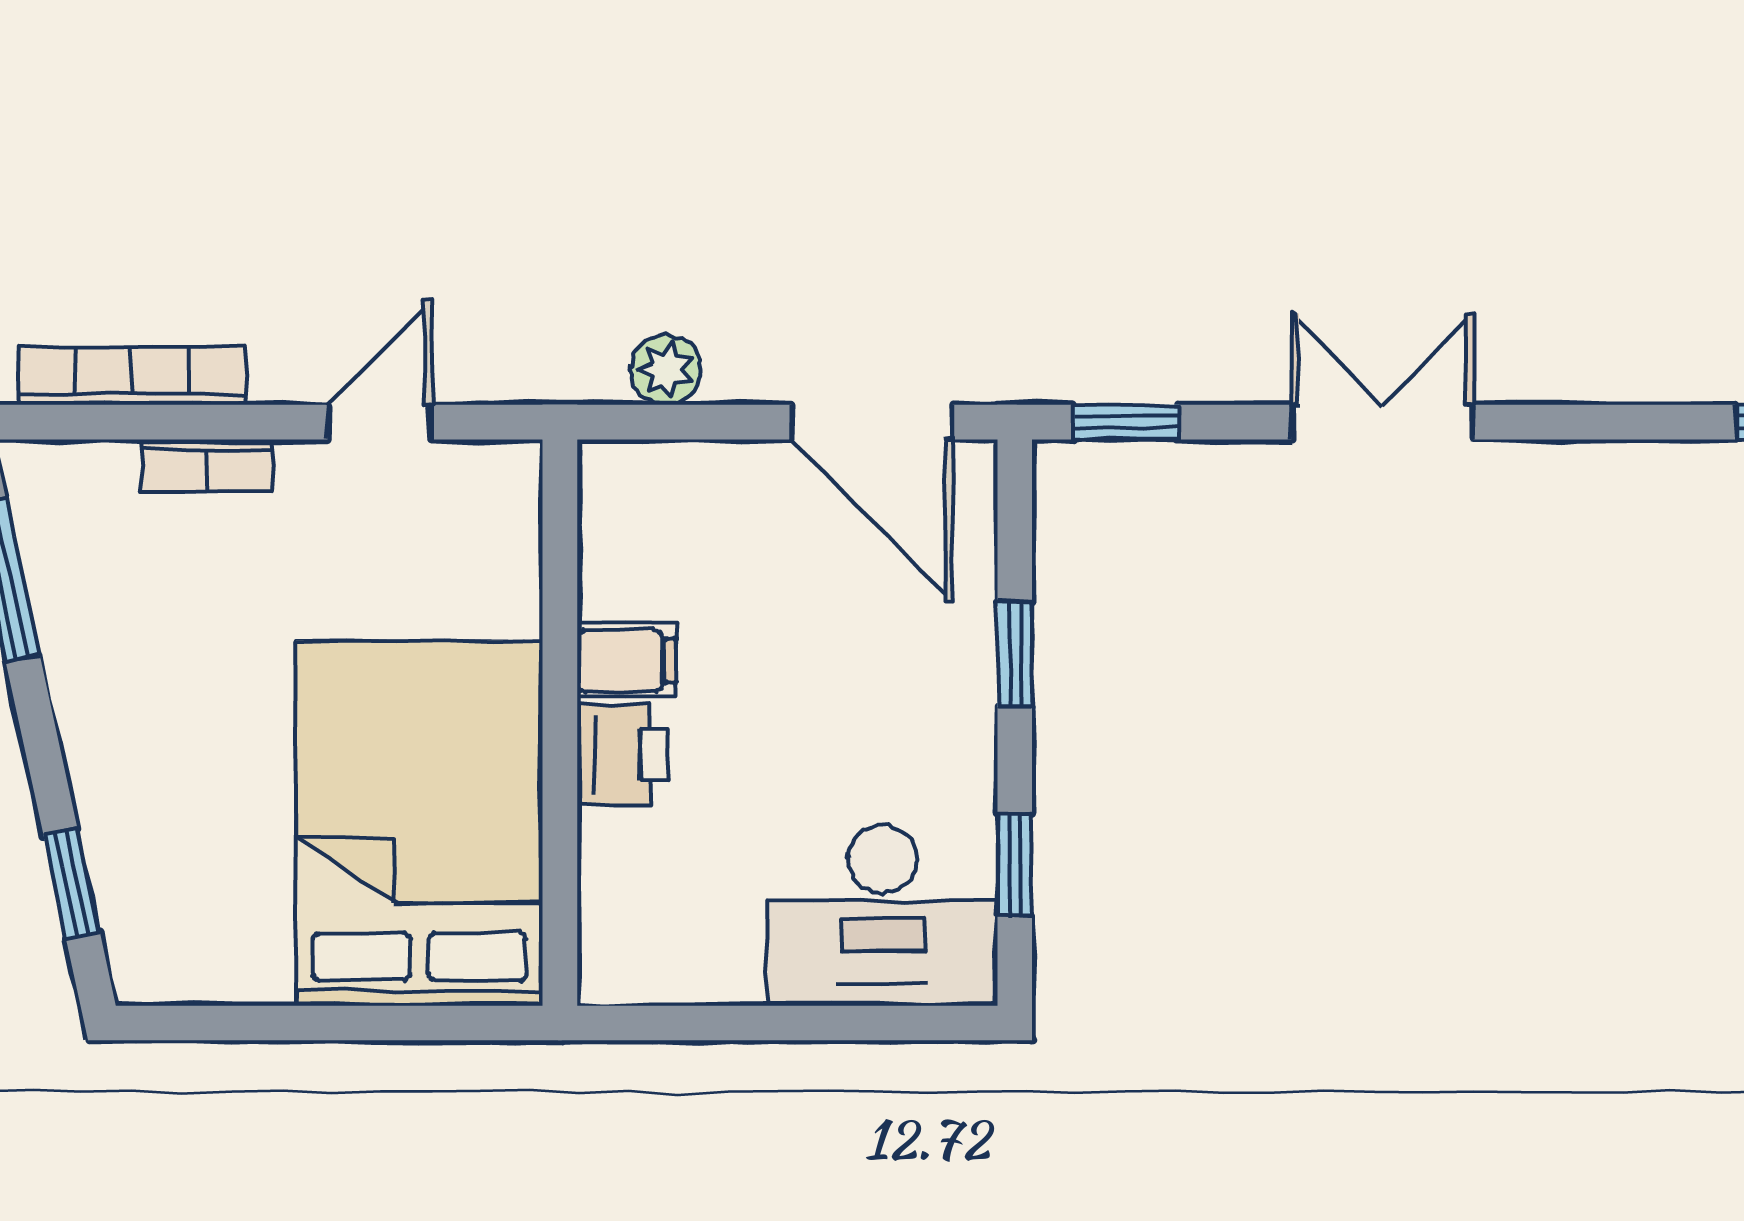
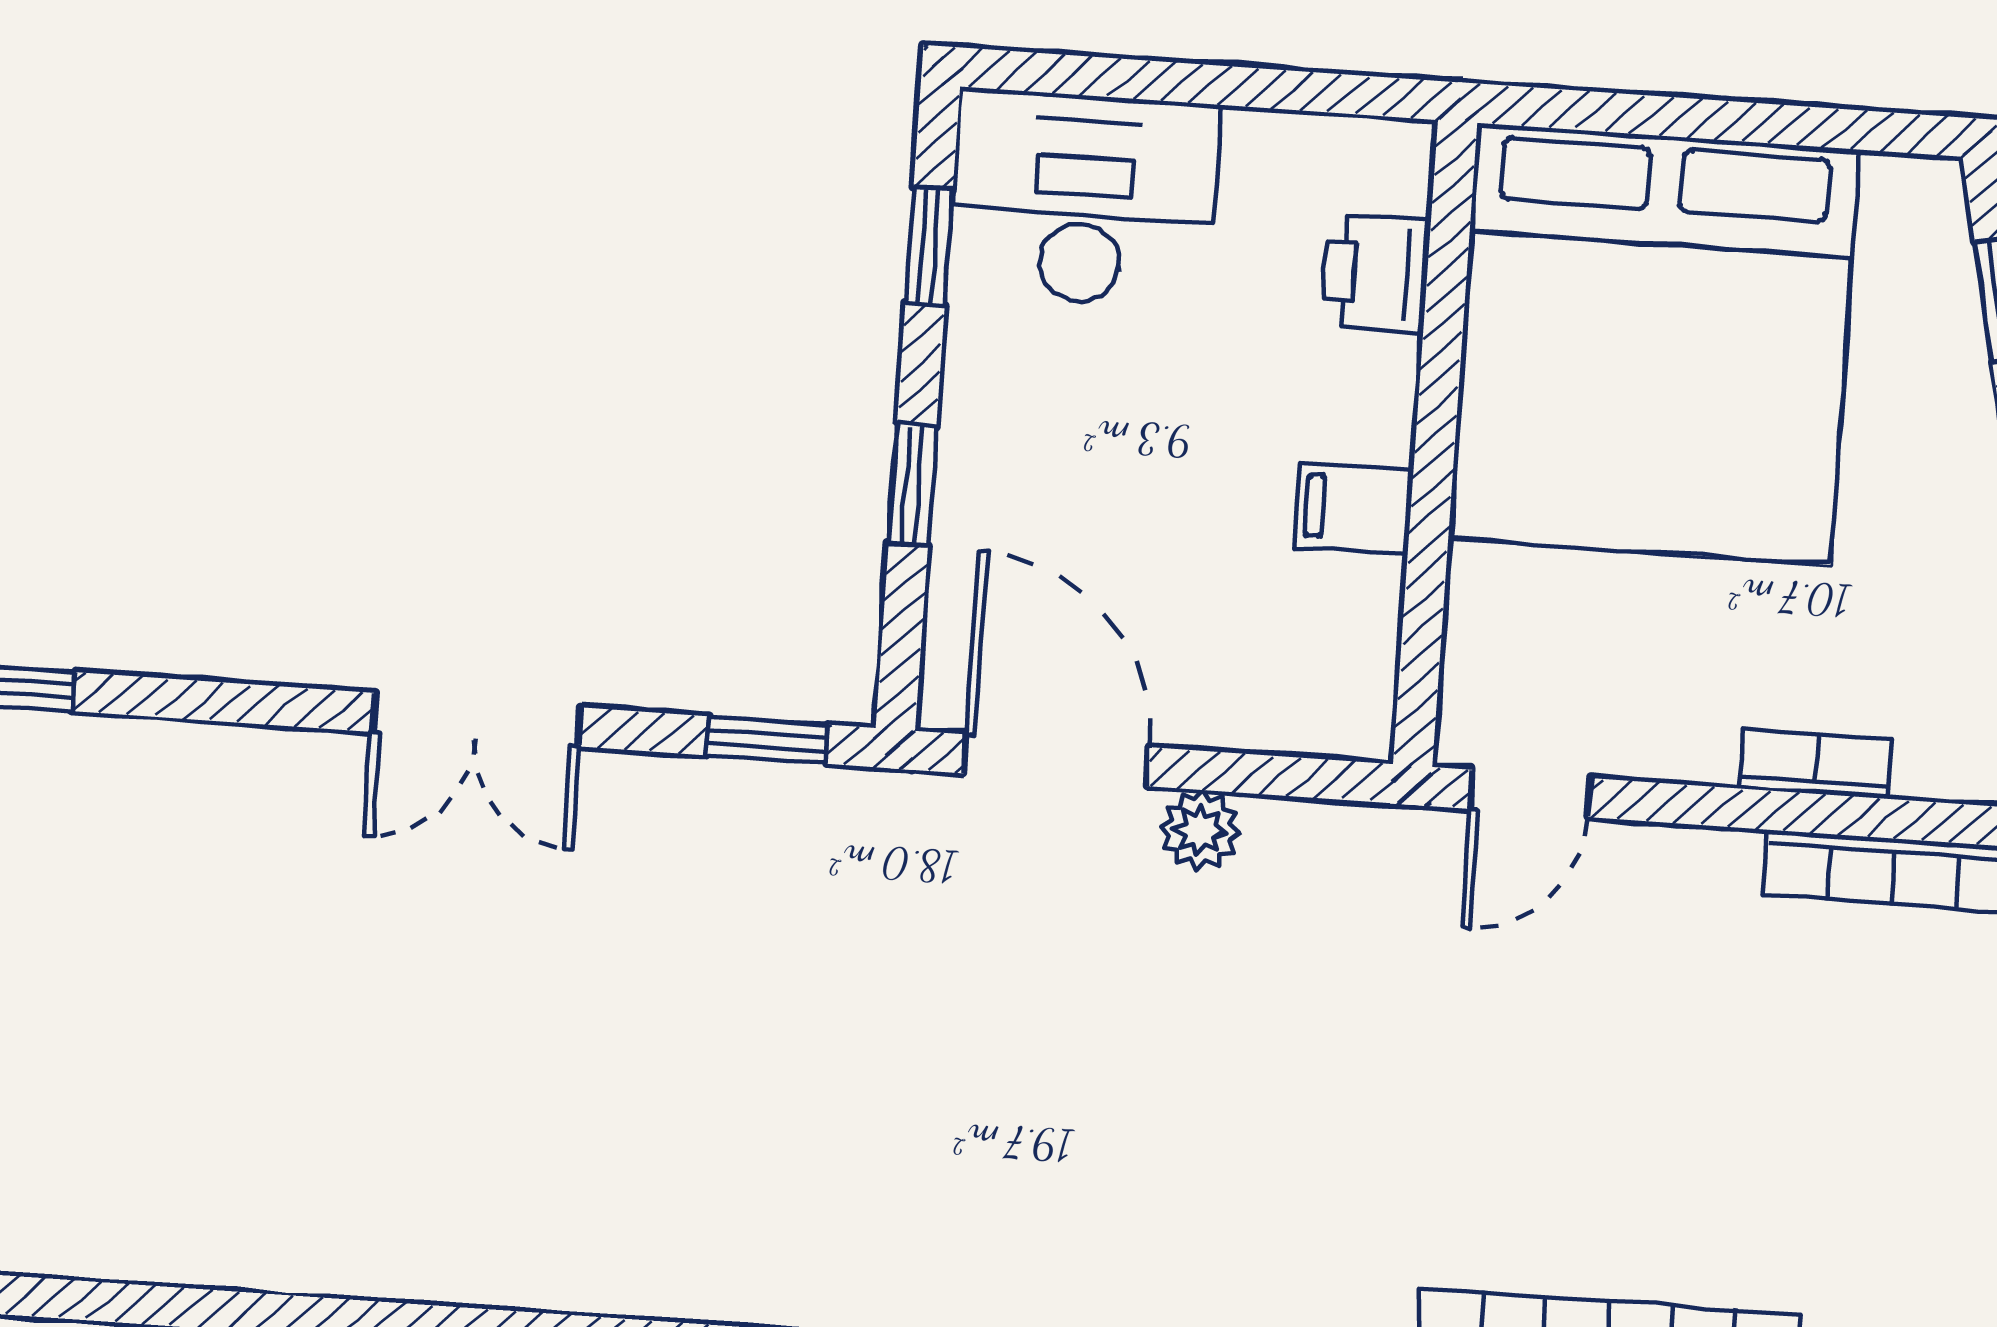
plant: (666, 370) -> (1200, 830), moved
door: (380, 422) -> (1530, 793), moved
printer: (622, 755) -> (1376, 273), moved
bed: (419, 823) -> (1654, 344), width x1.36

